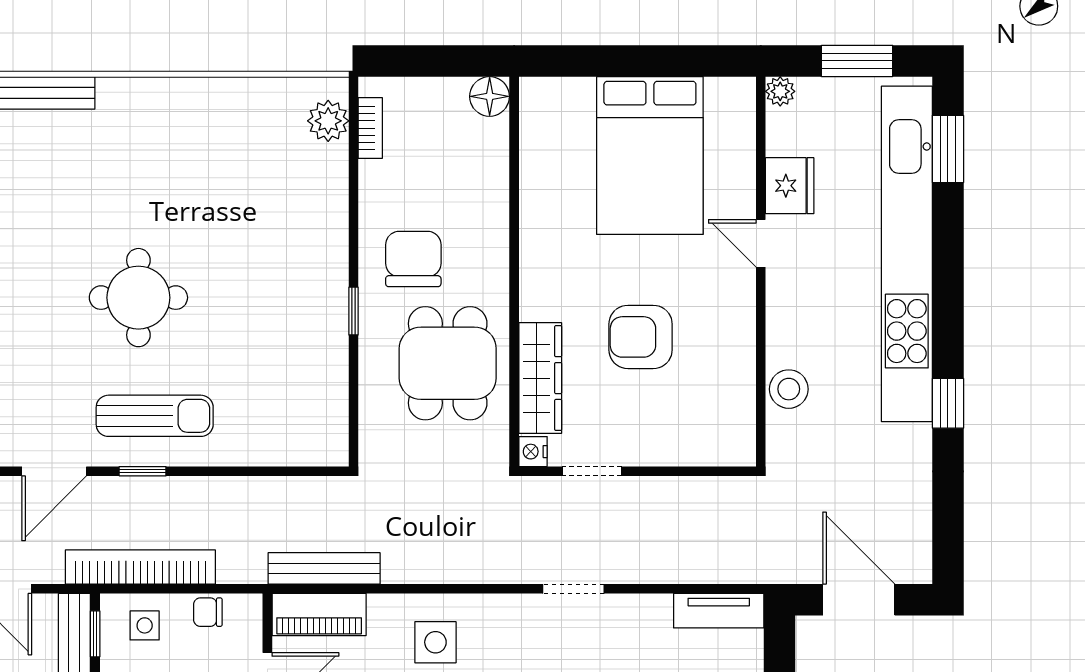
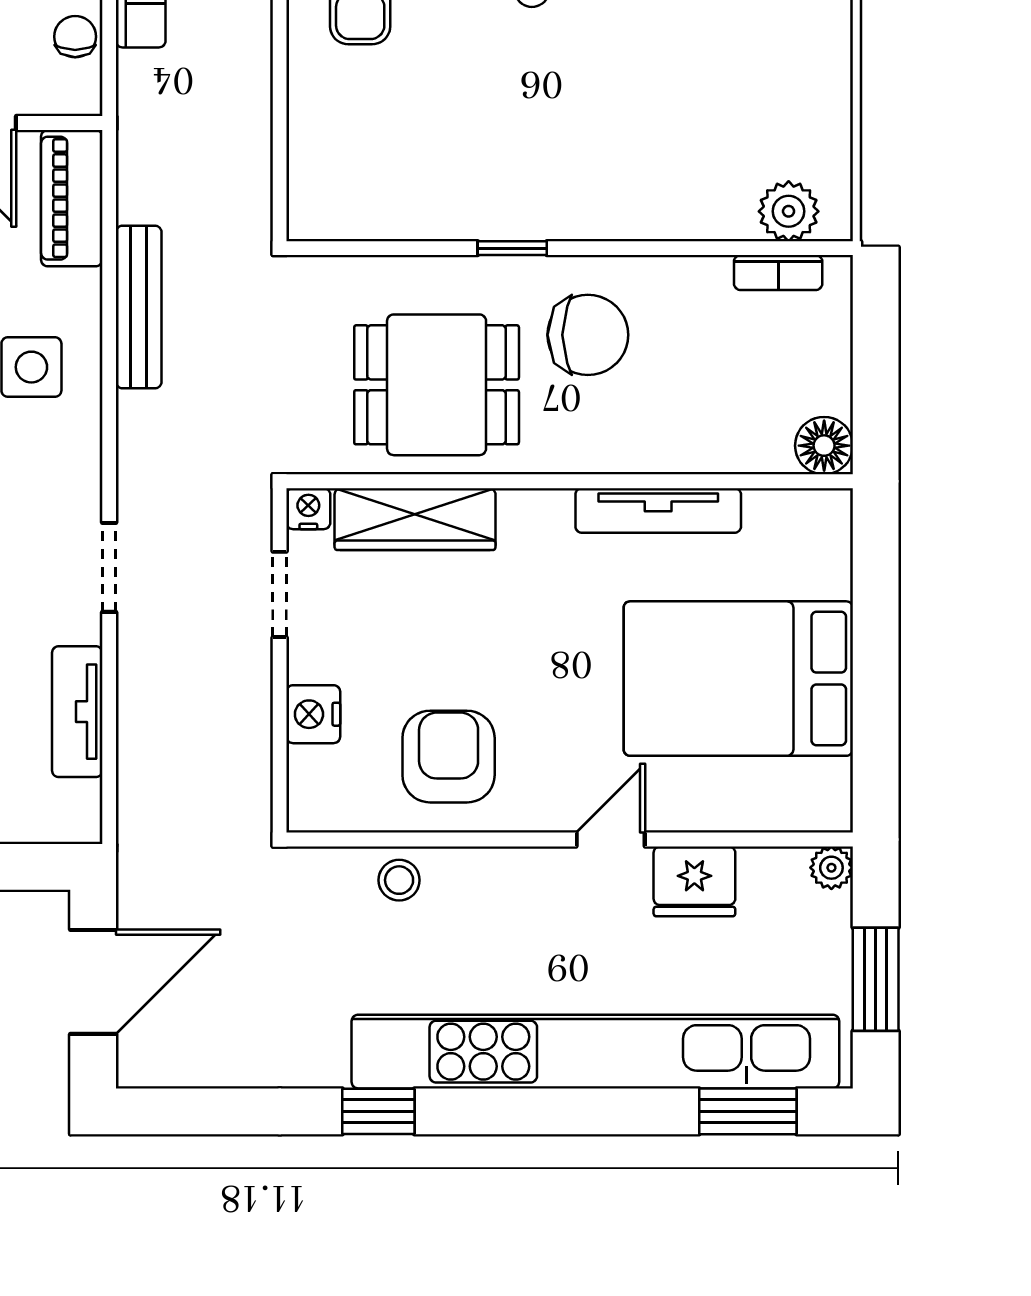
tv unit: (534, 211) -> (658, 510), added
armchair: (641, 337) -> (449, 757), moved
stool: (789, 389) -> (399, 880), width x0.73, depth x0.73
nightstand: (674, 448) -> (313, 714), added
bench: (324, 568) -> (139, 307), moved
tv unit: (719, 611) -> (77, 712), moved

